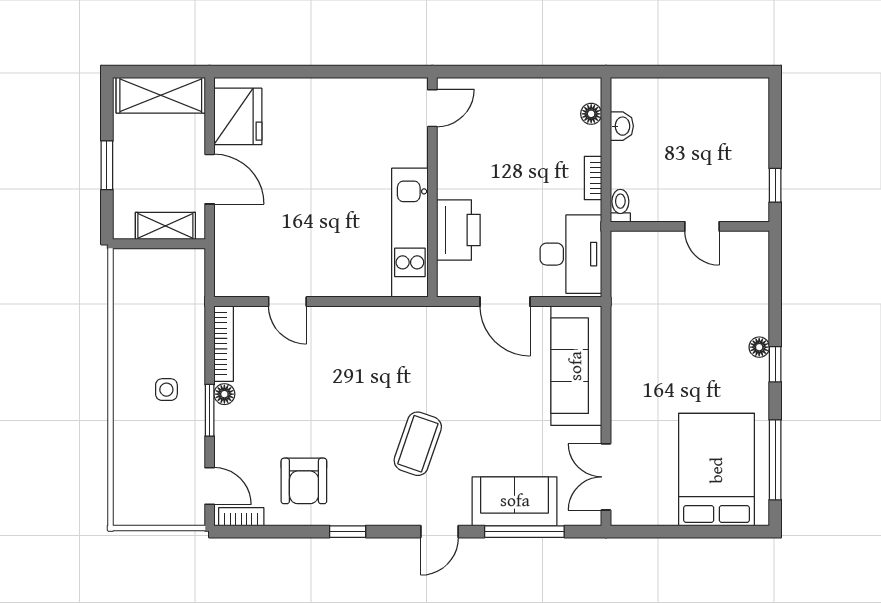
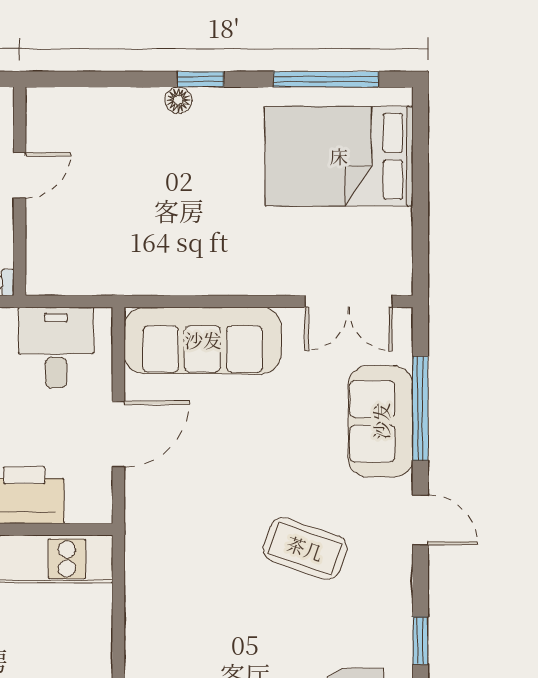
desk: (571, 254) -> (56, 348), width x0.73

